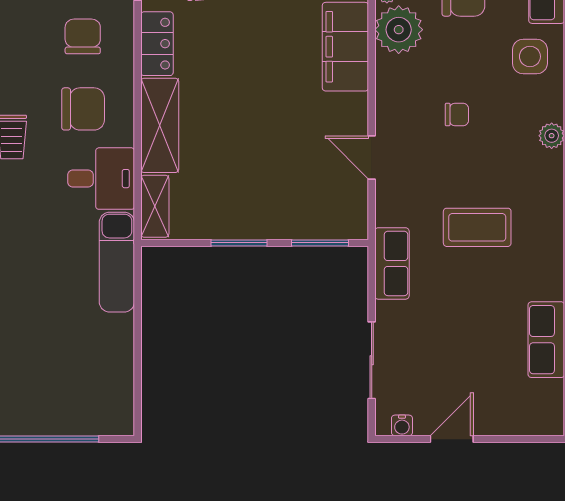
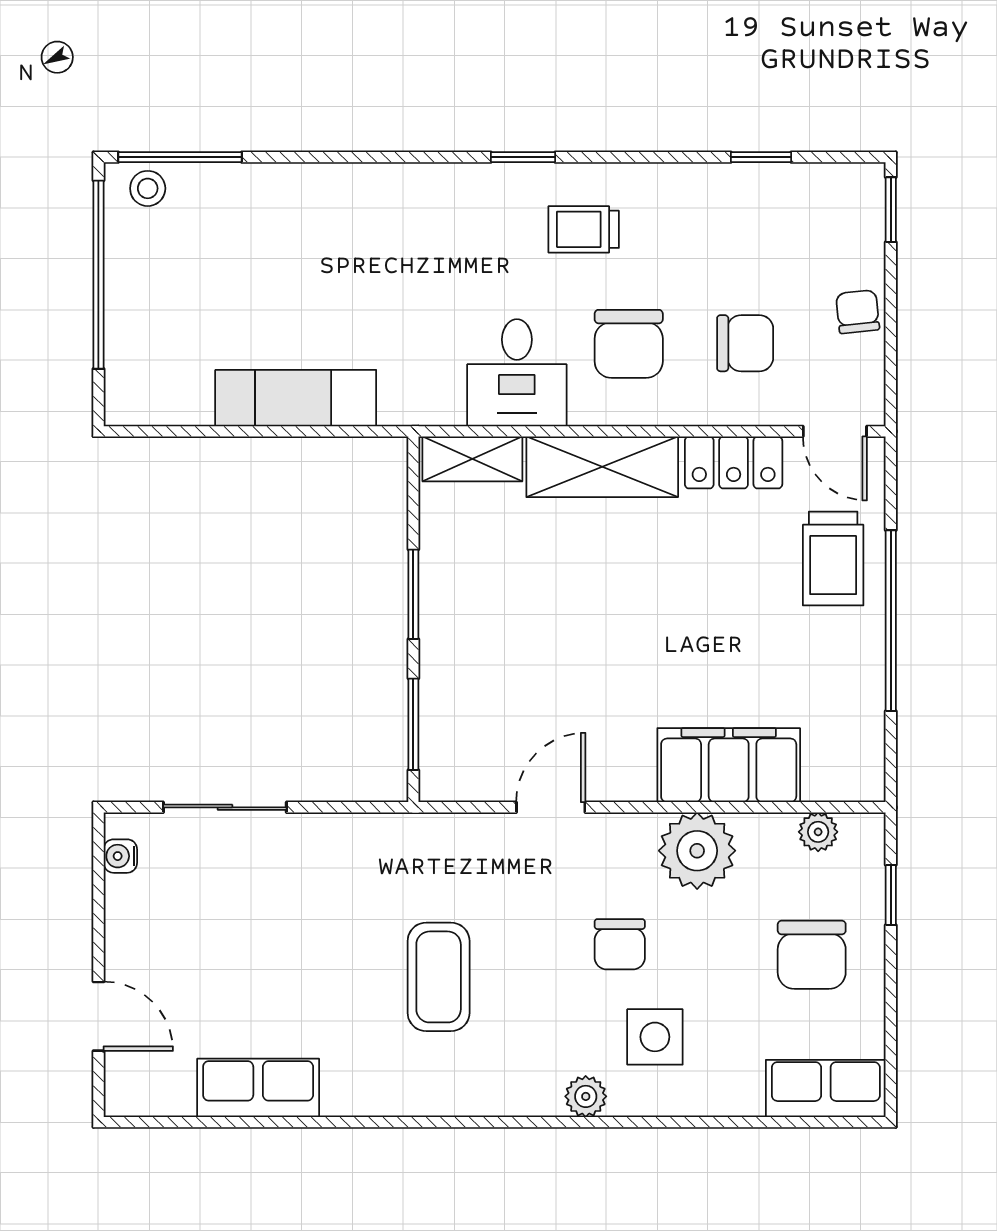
plant: (399, 30) -> (697, 851), moved
side table: (530, 57) -> (655, 1037), moved
chair: (457, 115) -> (620, 944), width x1.37, depth x1.37
exam couch: (117, 262) -> (296, 398), moved
row of seats: (392, 263) -> (380, 840), removed
door: (452, 439) -> (98, 1016), moved

